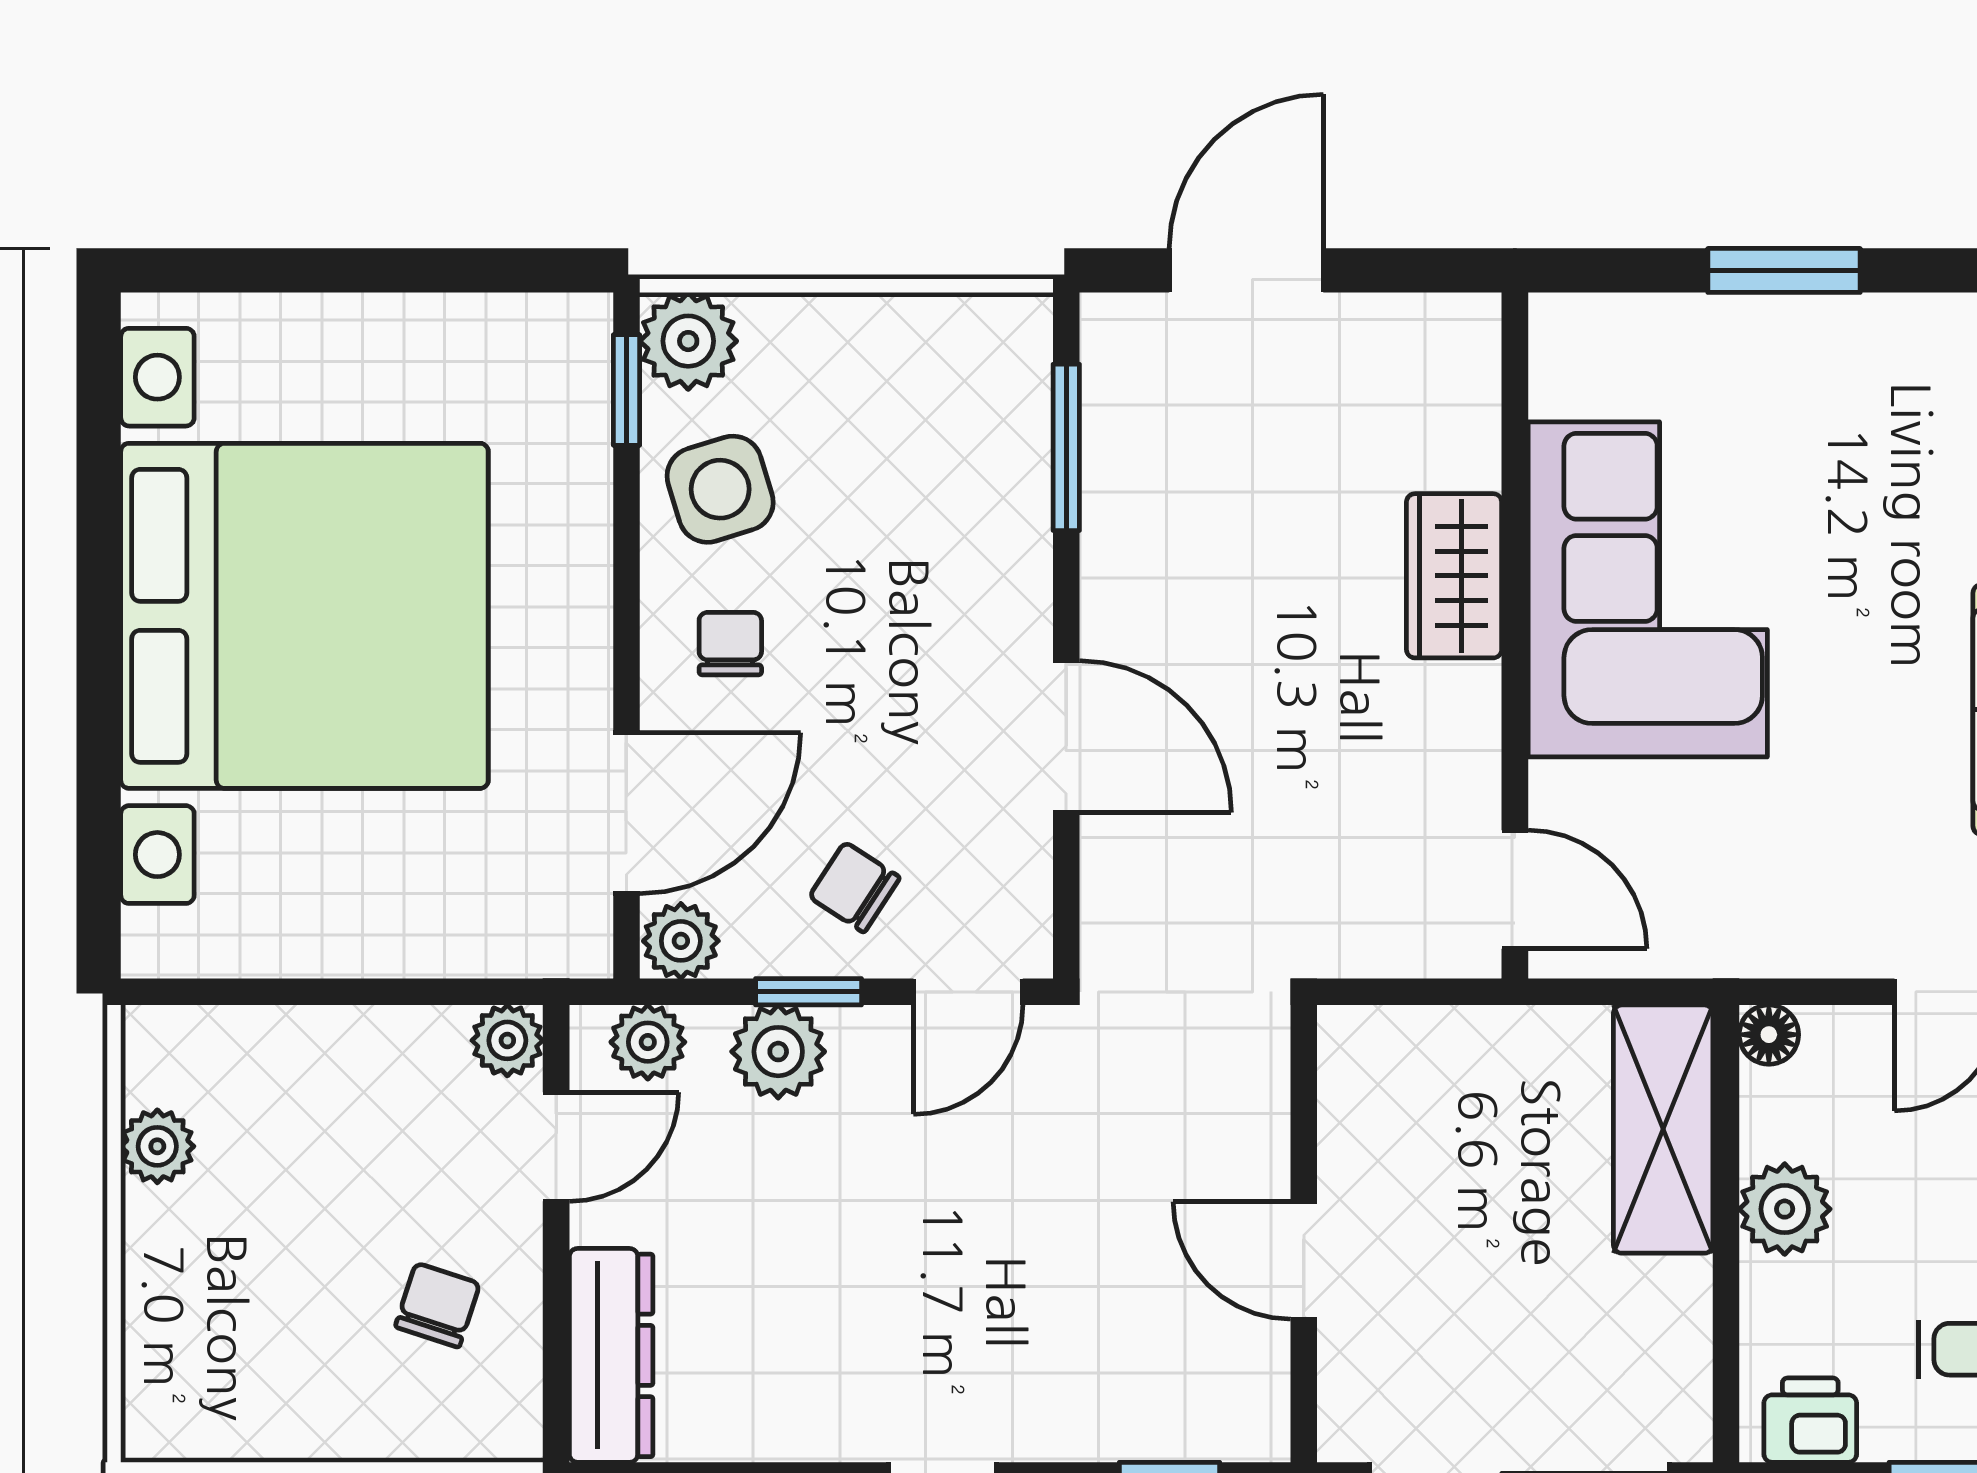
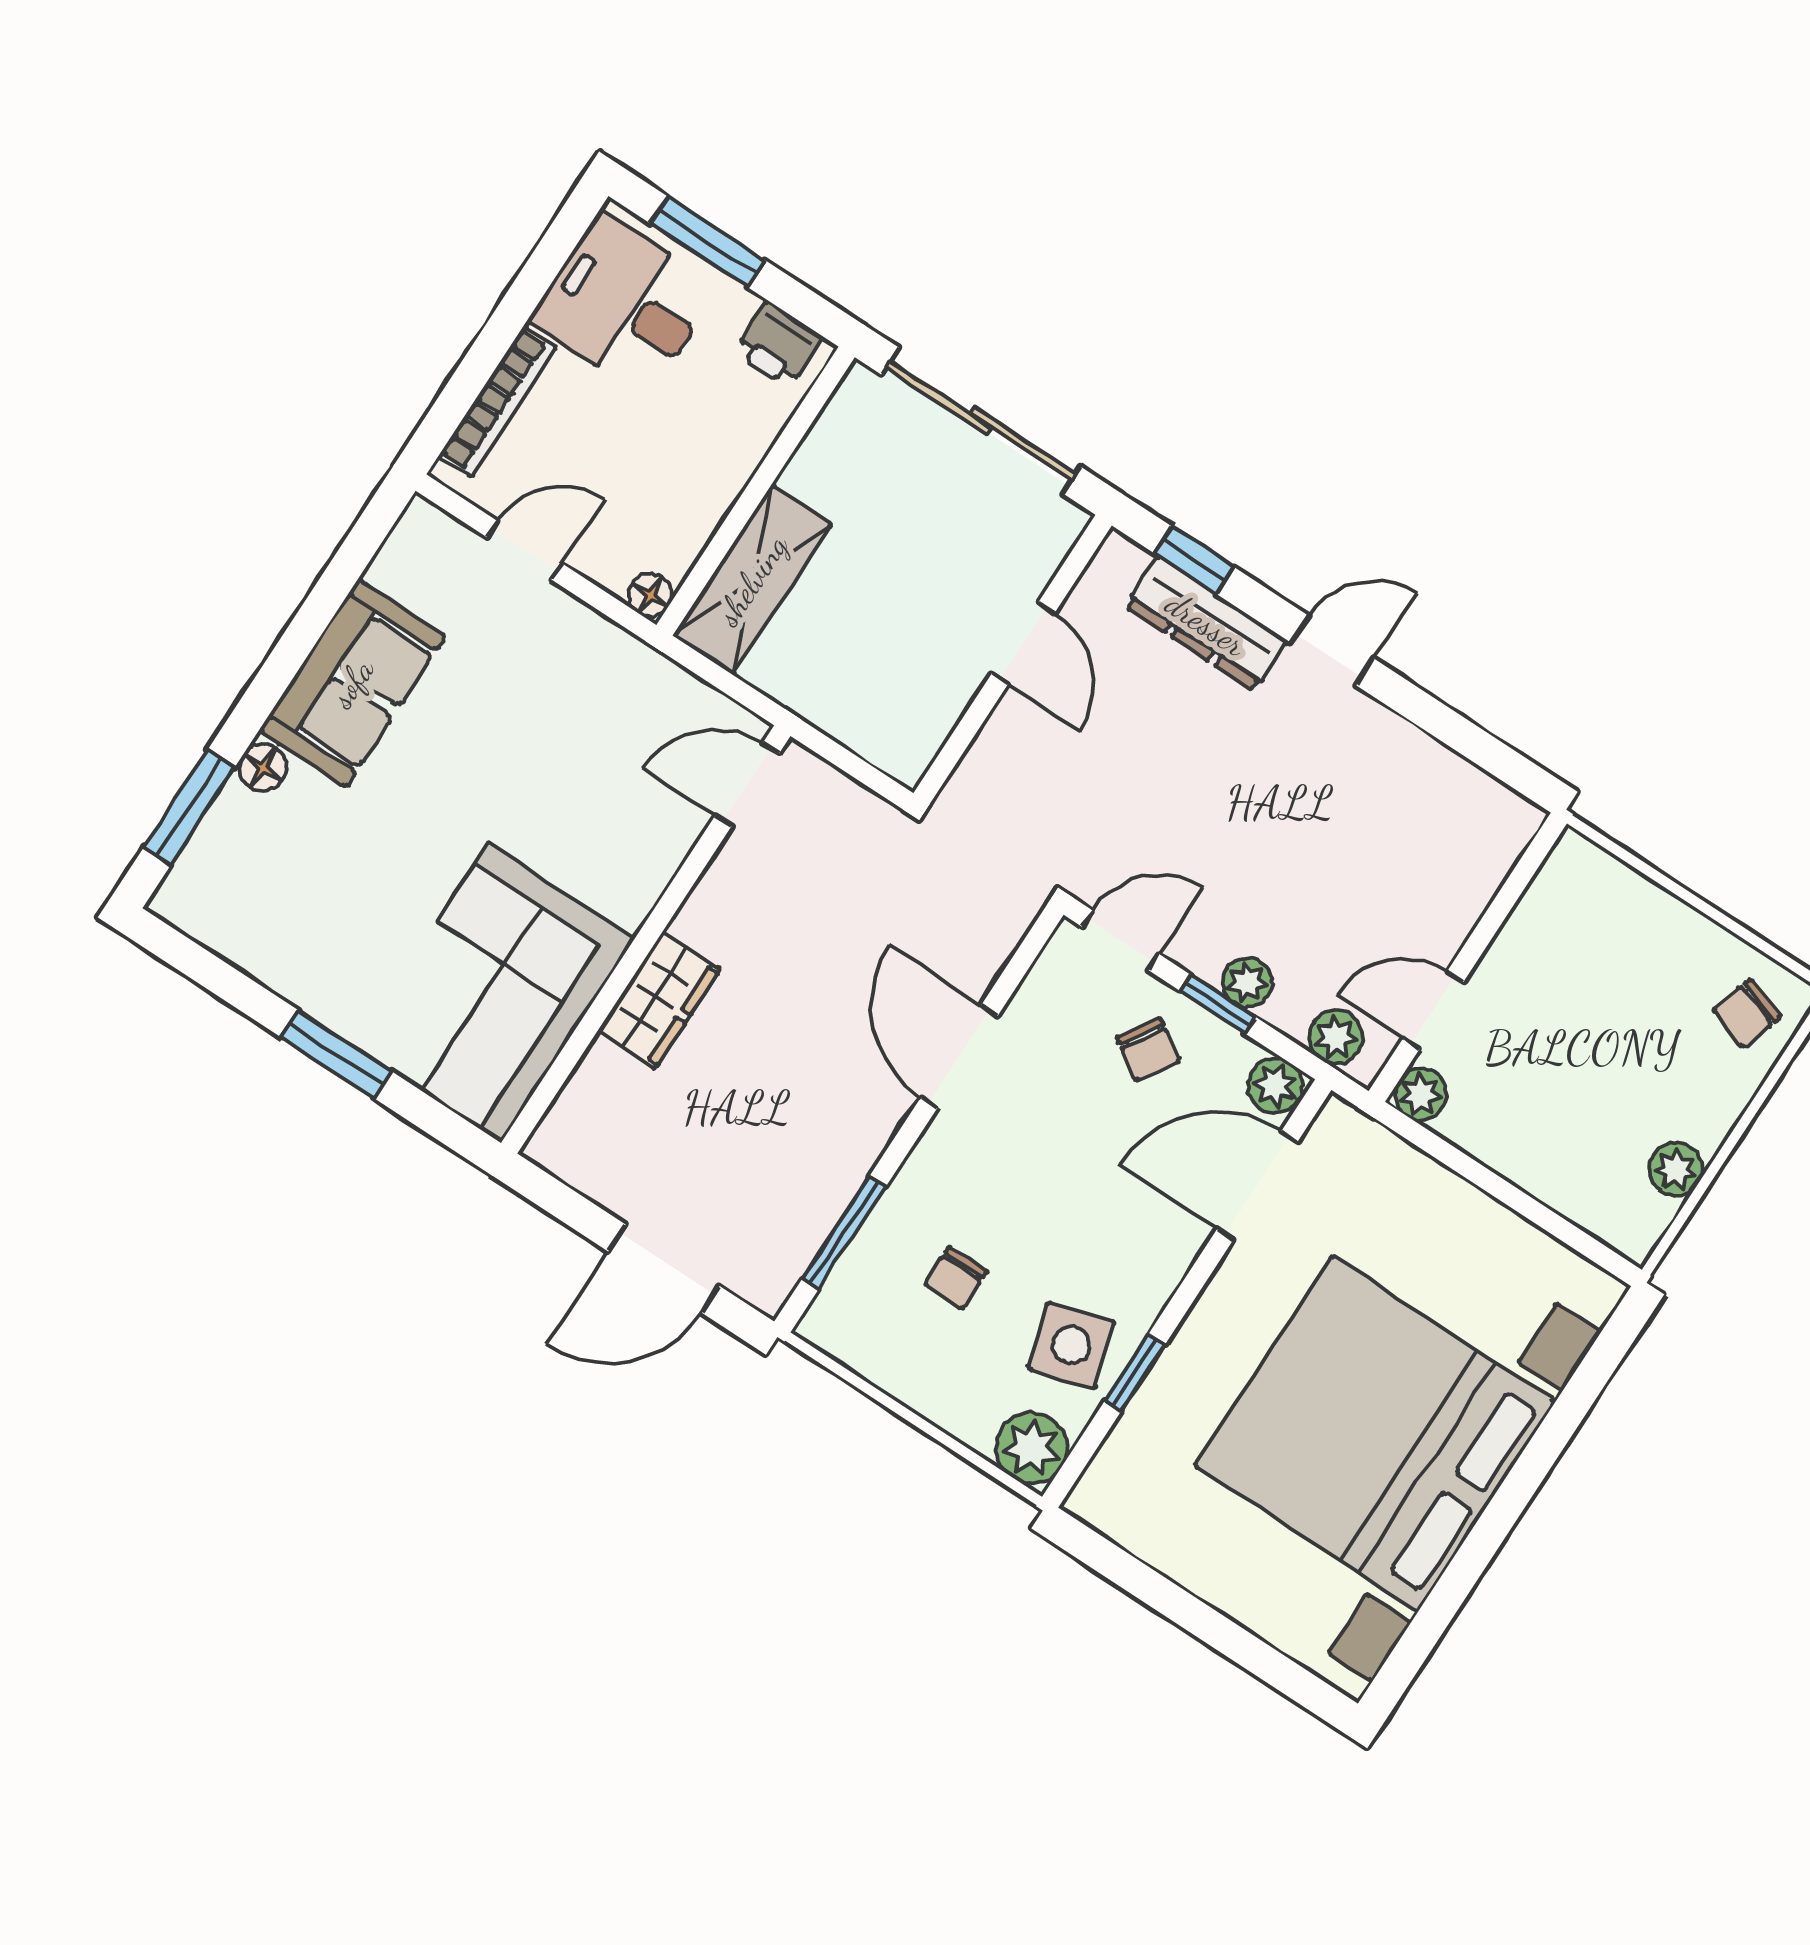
window: (626, 390) -> (1135, 1372), moved
corner sofa: (1648, 589) -> (495, 993), moved
chair: (730, 644) -> (956, 1278), moved
door: (1515, 890) -> (747, 785), hinge flipped
plant: (778, 1052) -> (1247, 982), width x0.73, depth x0.73
plant: (1785, 1209) -> (710, 483), removed
chair: (437, 1305) -> (1746, 1014), moved
dresser: (611, 1355) -> (1206, 624), moved, turned -90

